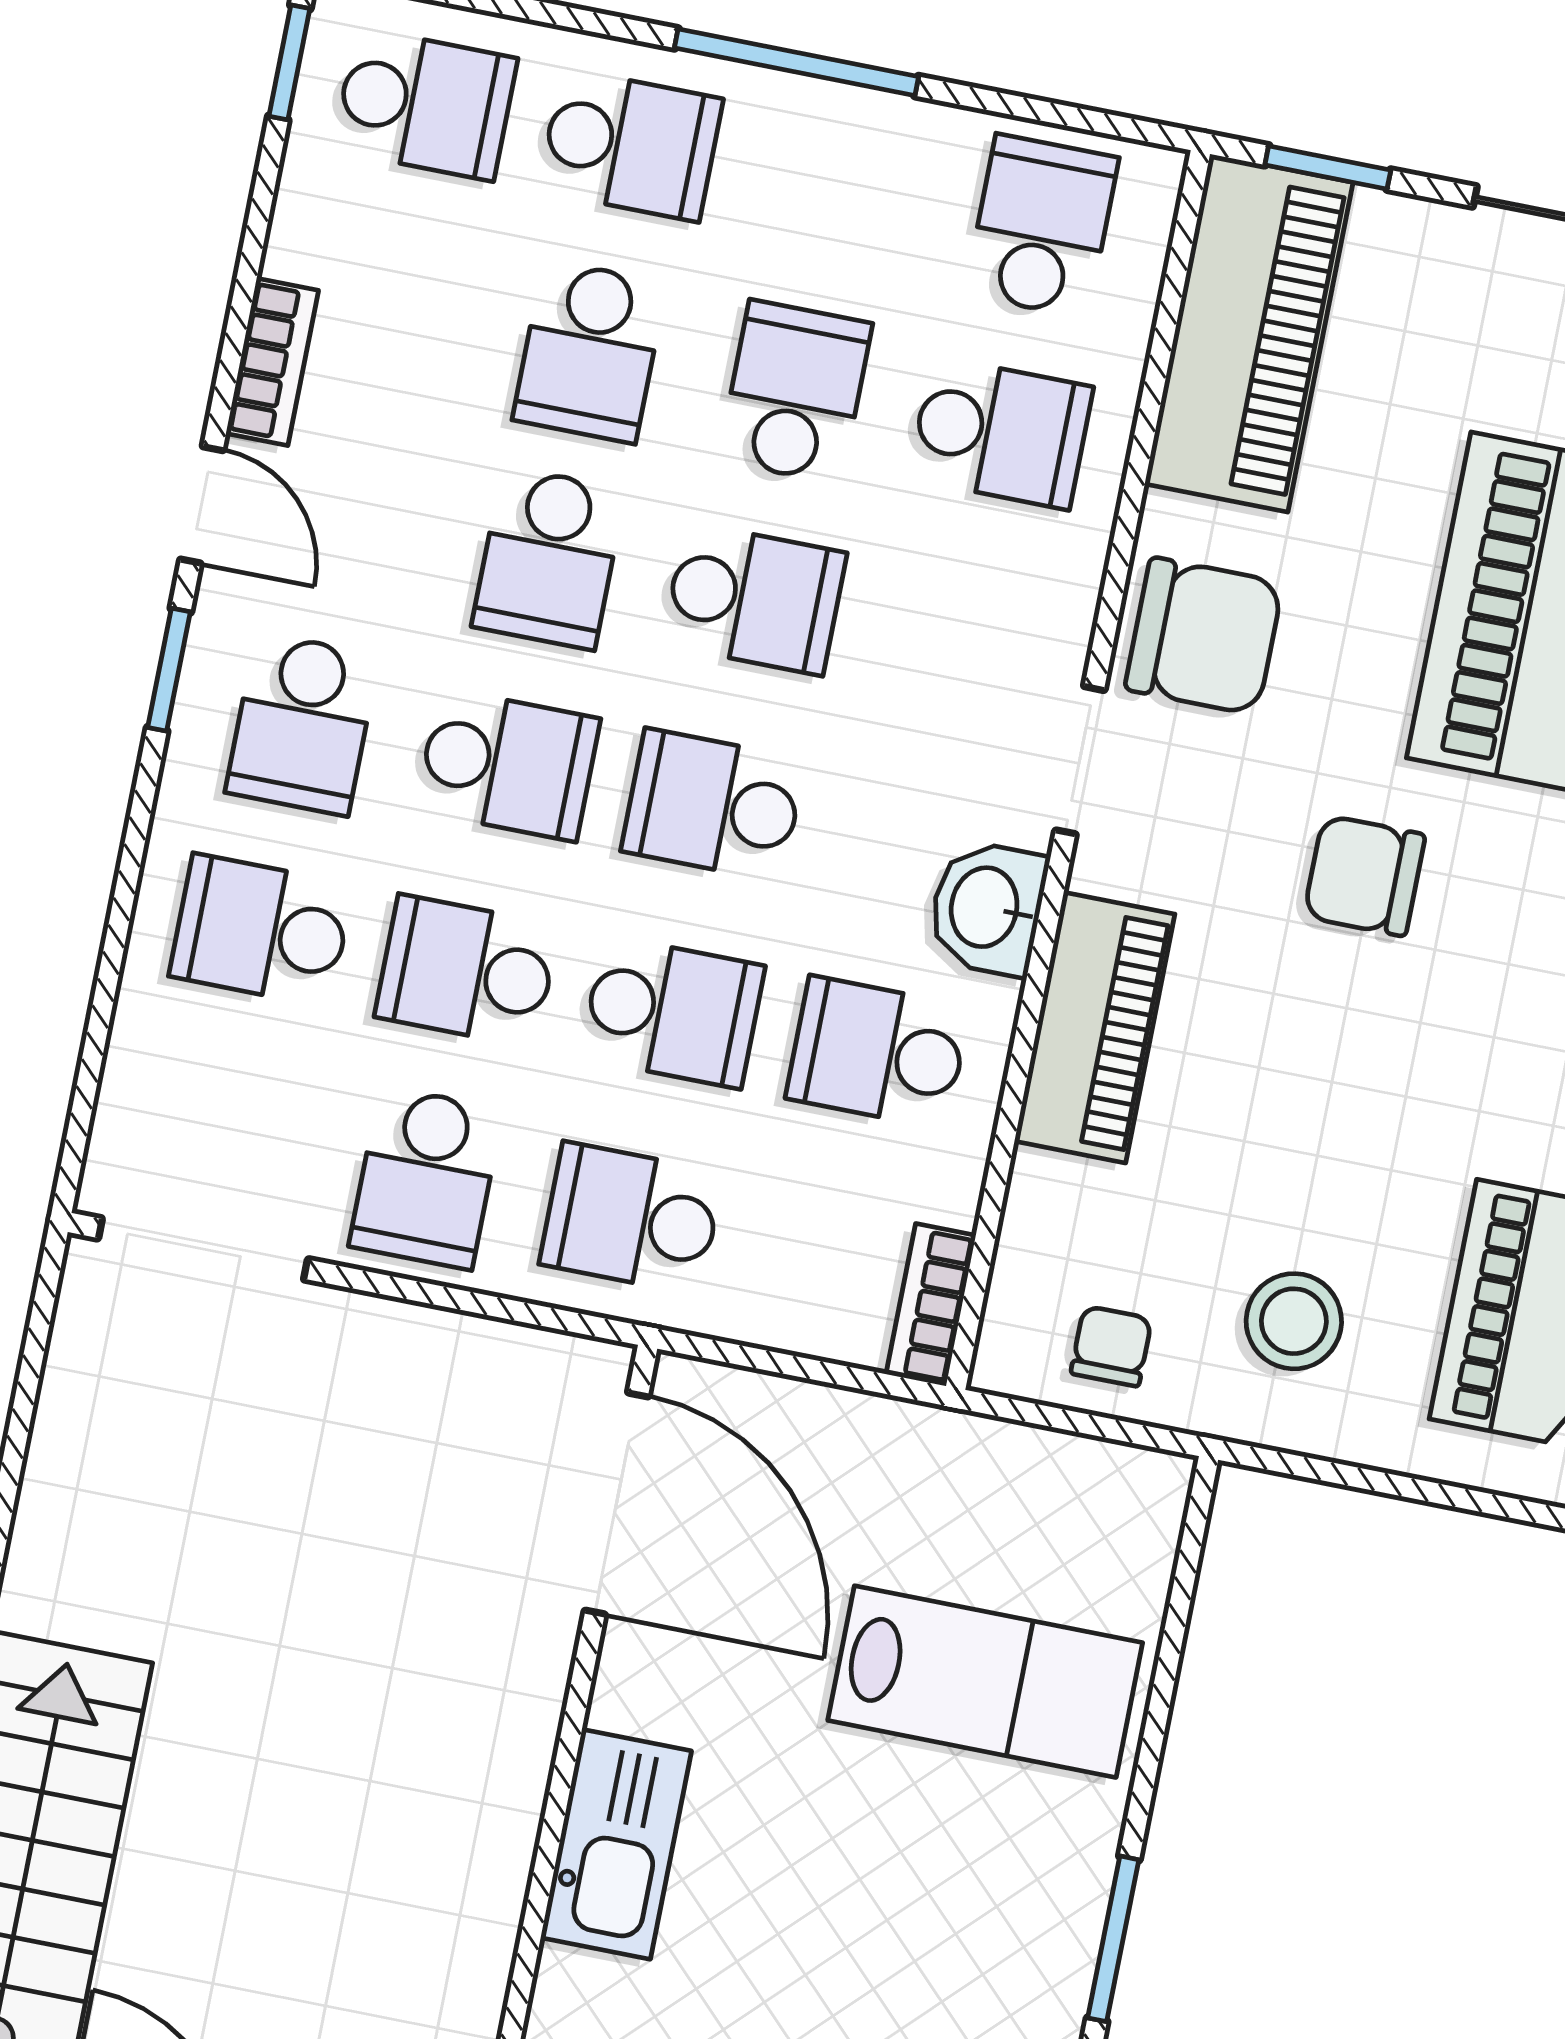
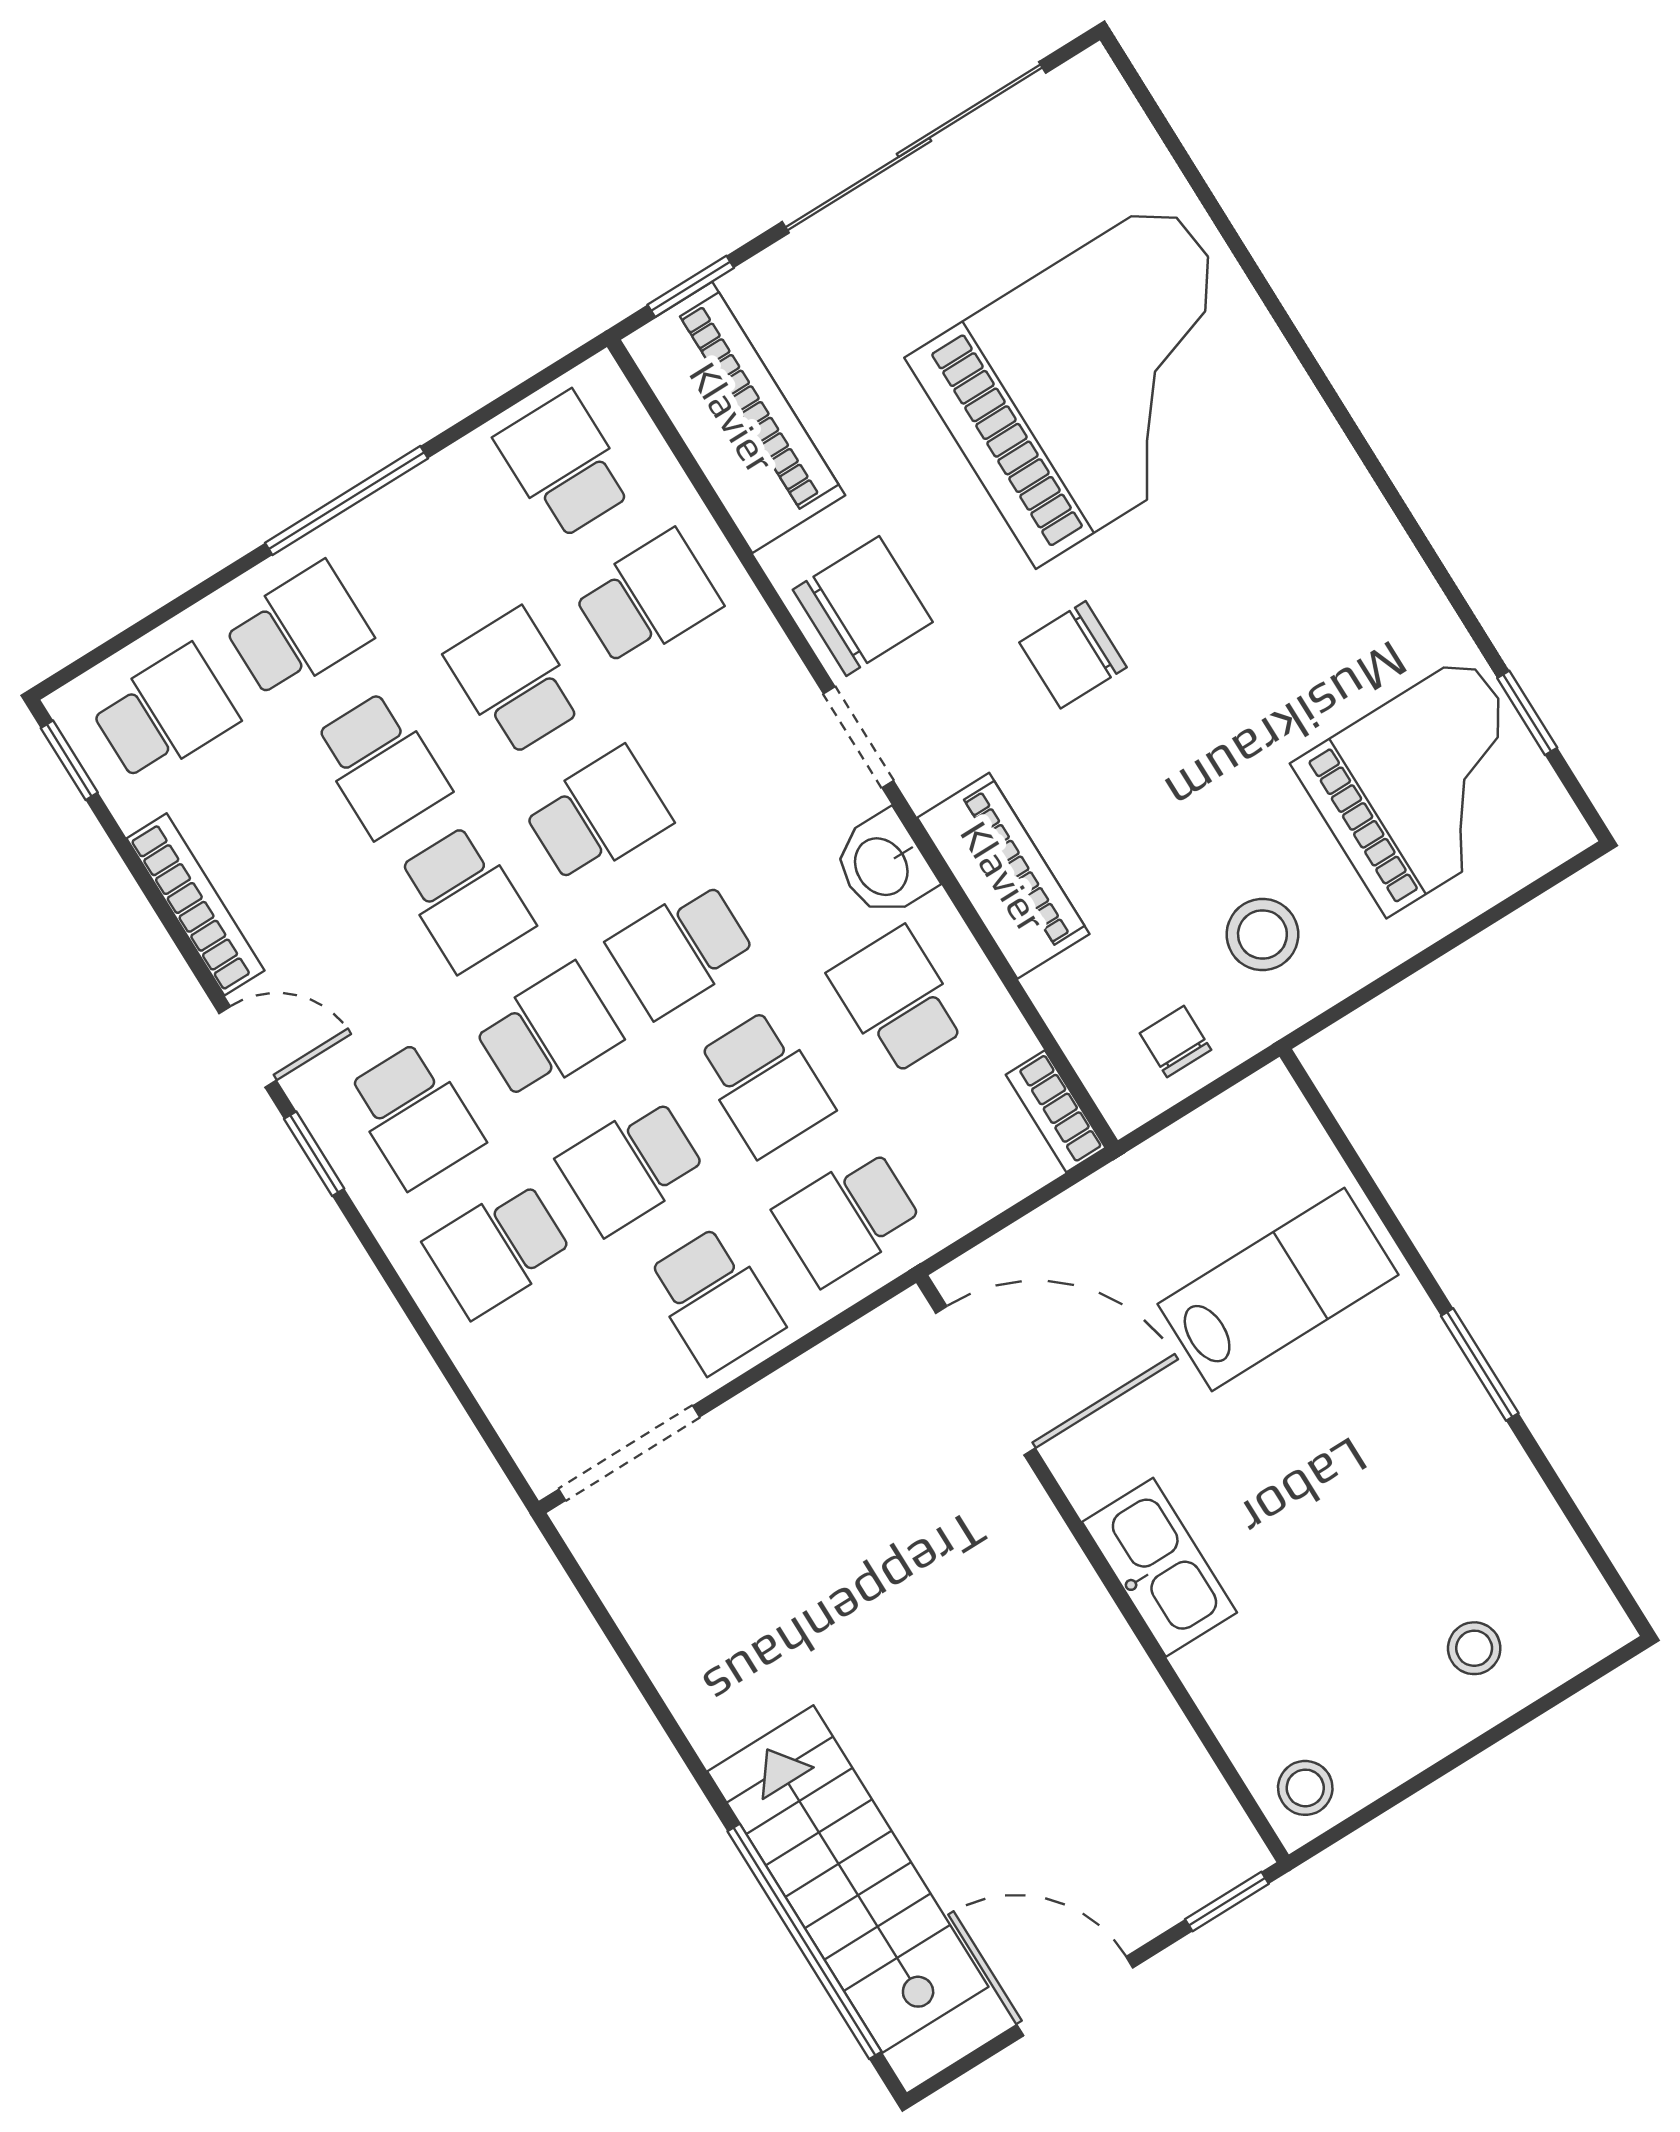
bookcase: (272, 362) -> (195, 904), width x1.56
school desk: (672, 1012) -> (764, 1083), turned 90
school desk: (878, 1052) -> (898, 1000), turned 90

